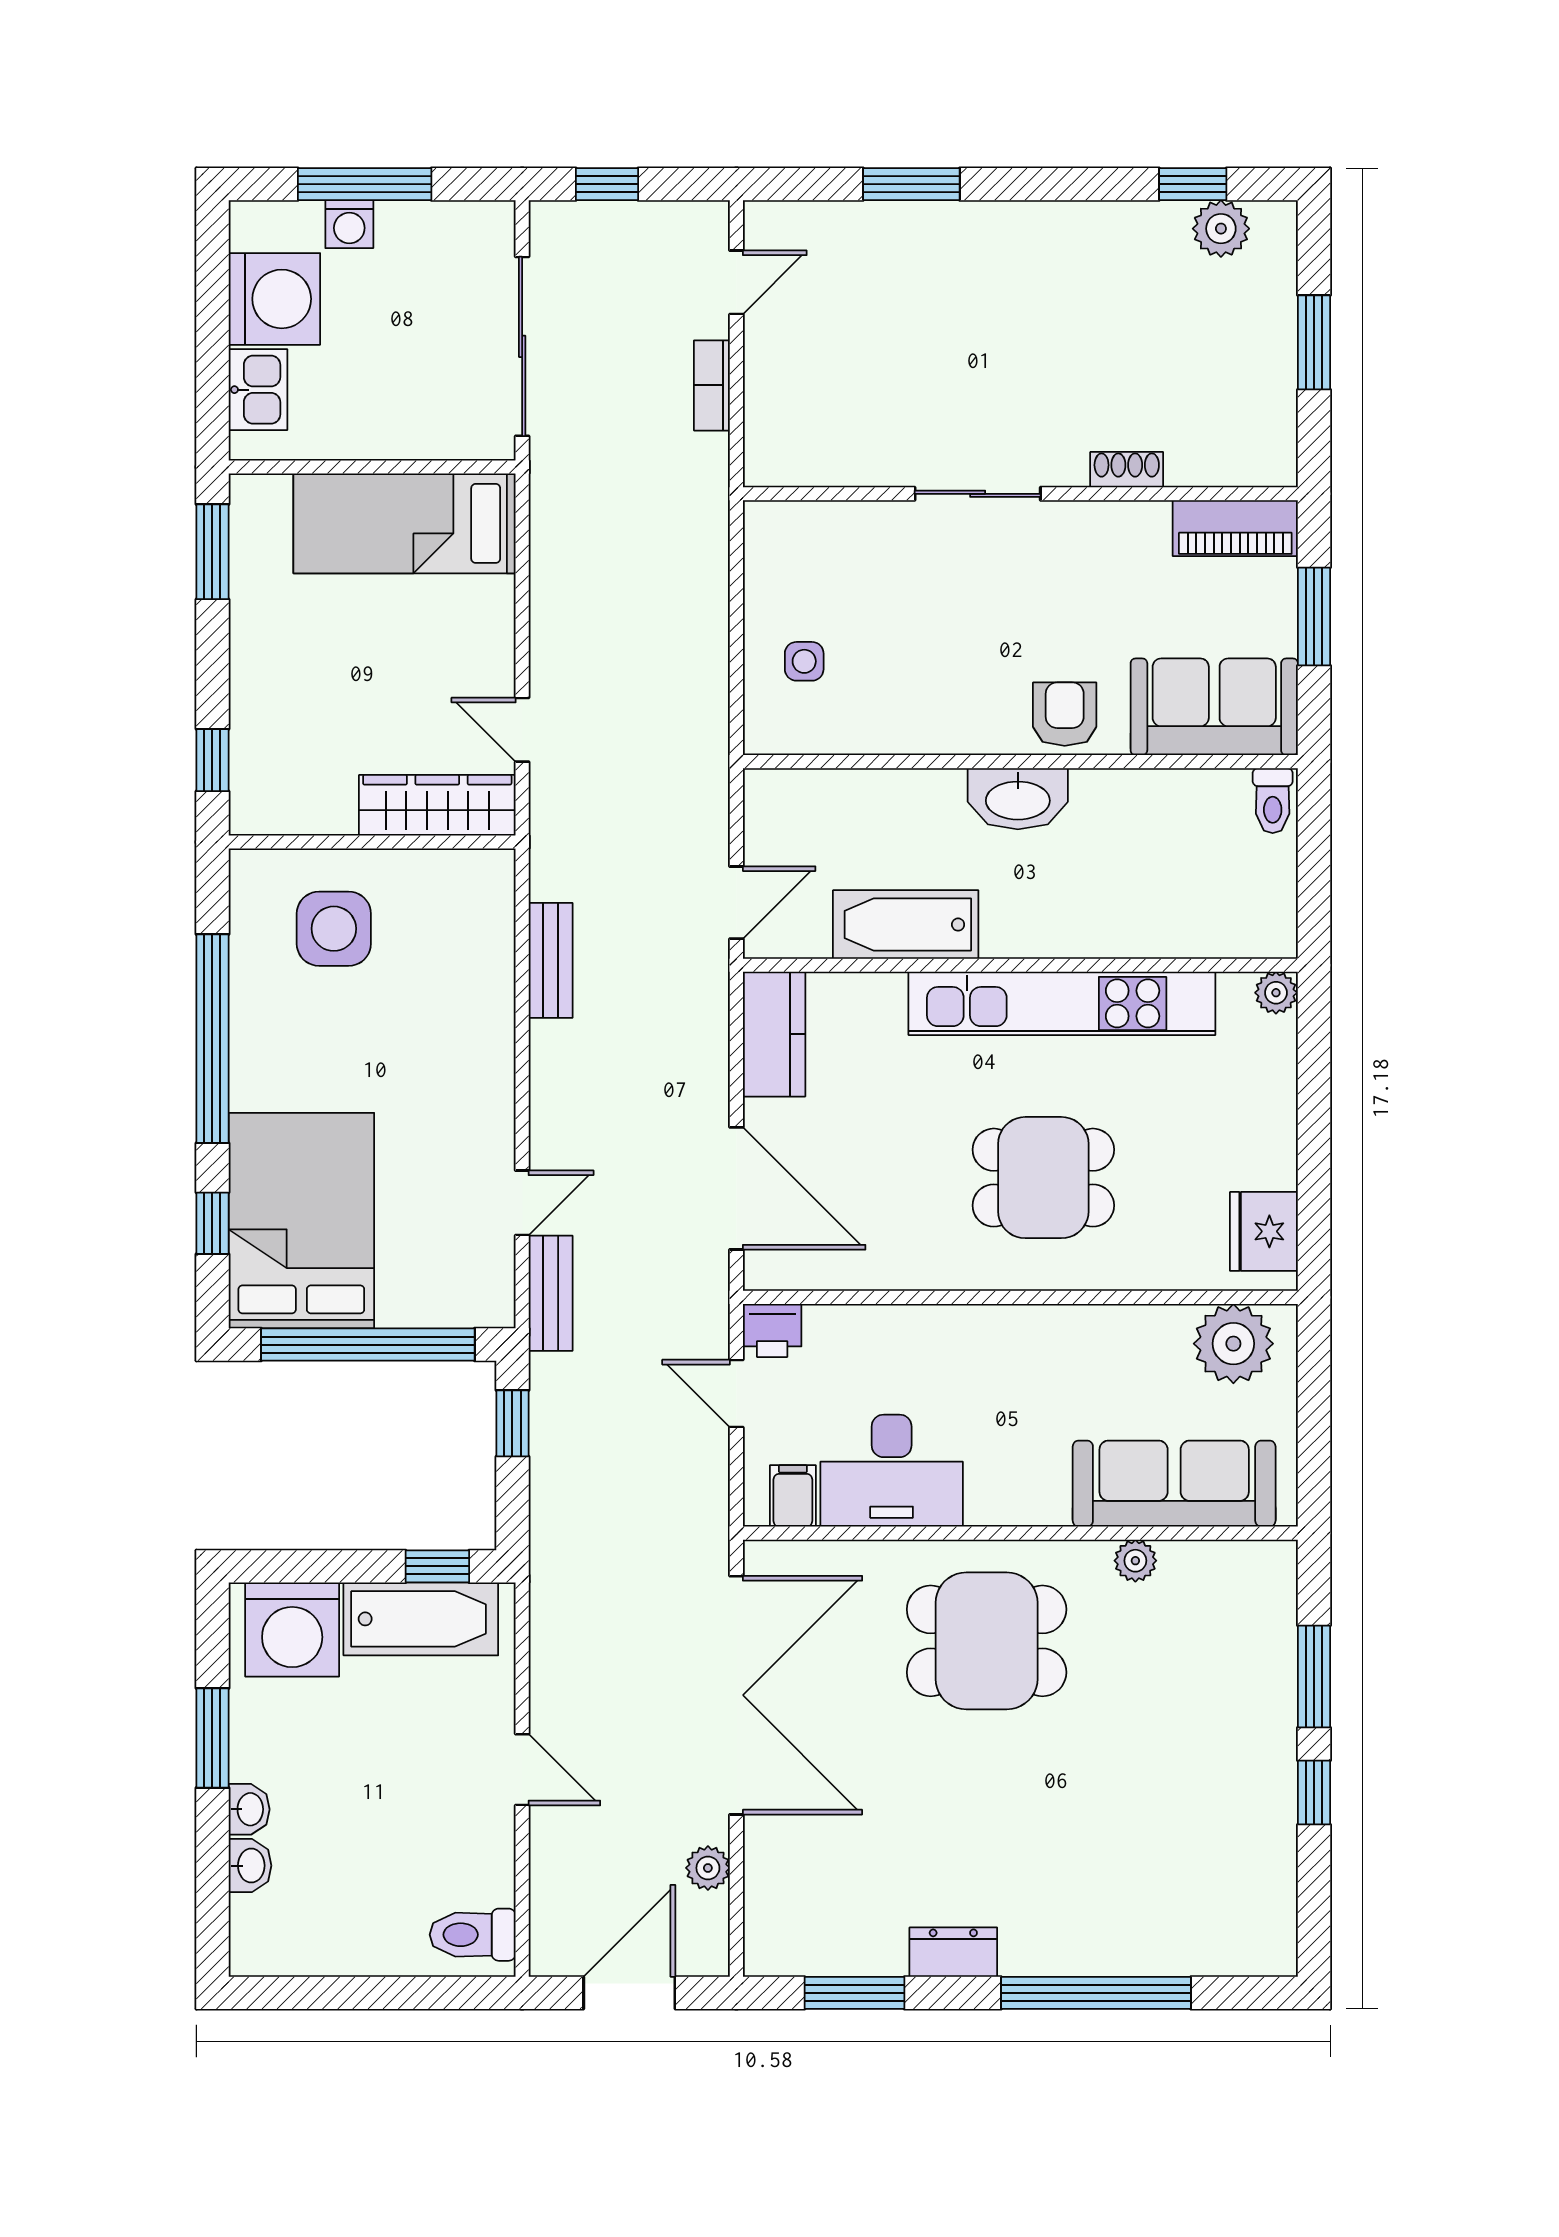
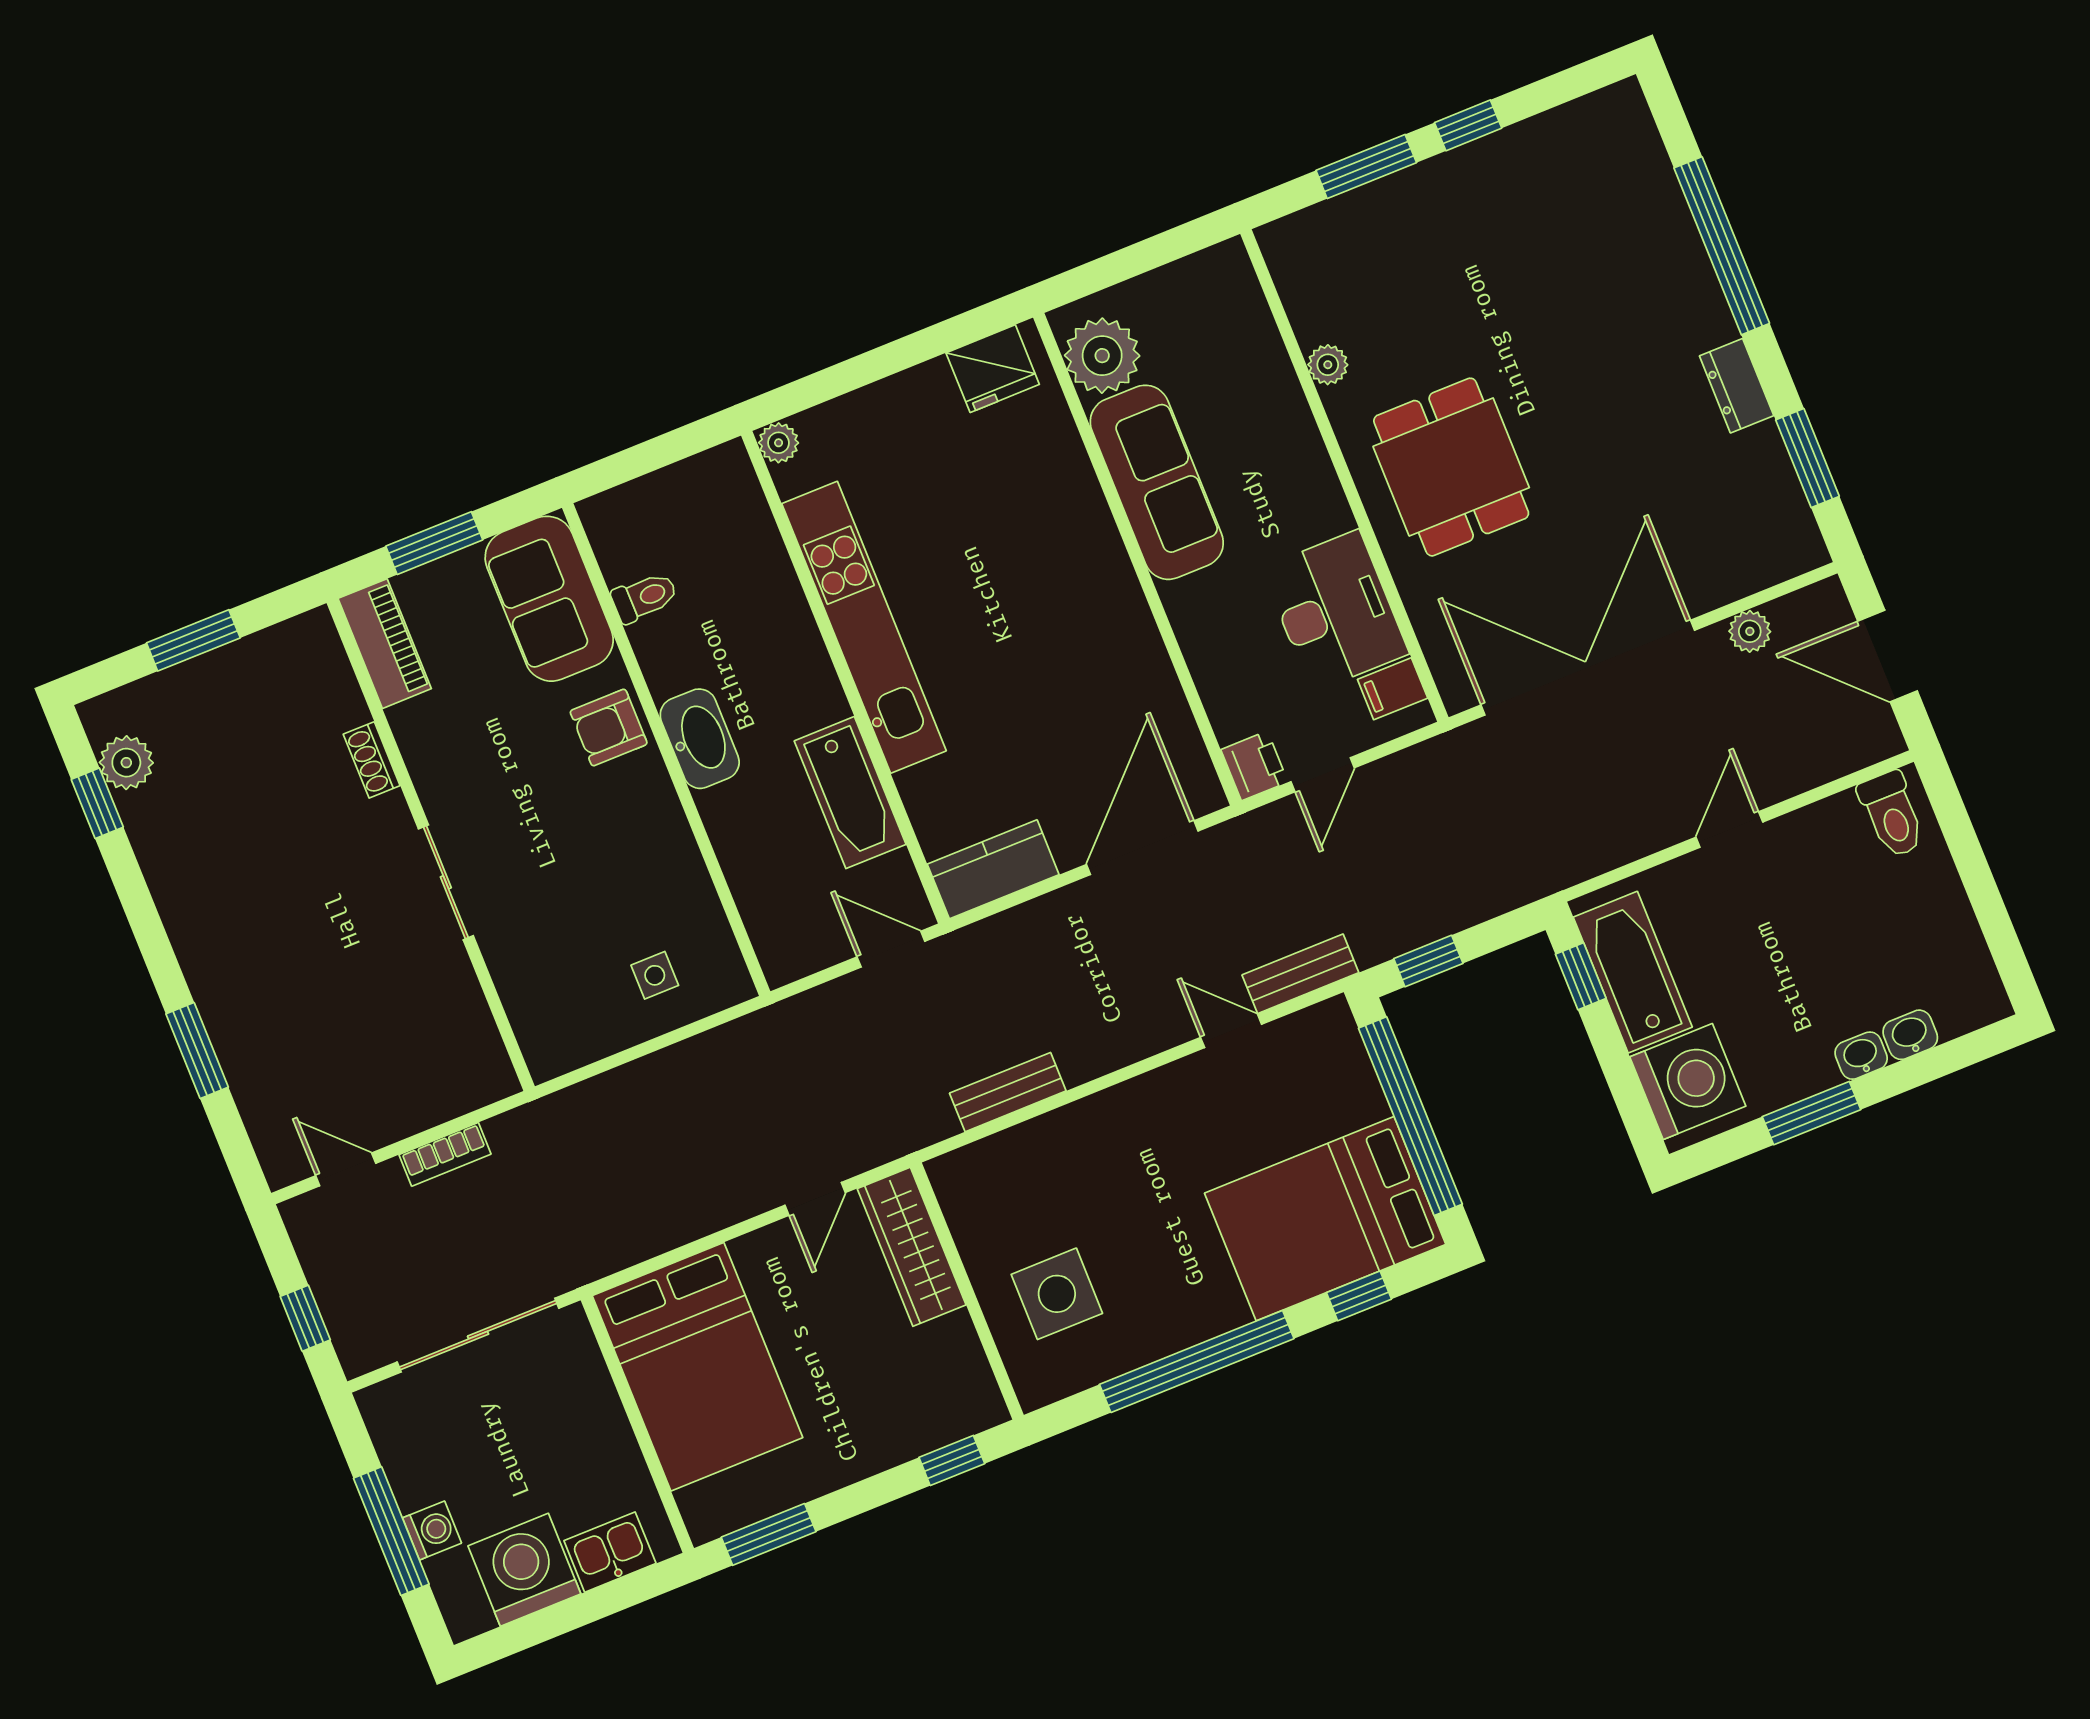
bed: (405, 523) -> (697, 1367), width x1.50
toilet: (1273, 801) -> (644, 597), moved
dining table: (1043, 1178) -> (1024, 582), removed
sofa: (1174, 1484) -> (1157, 482), moved, turned 180

